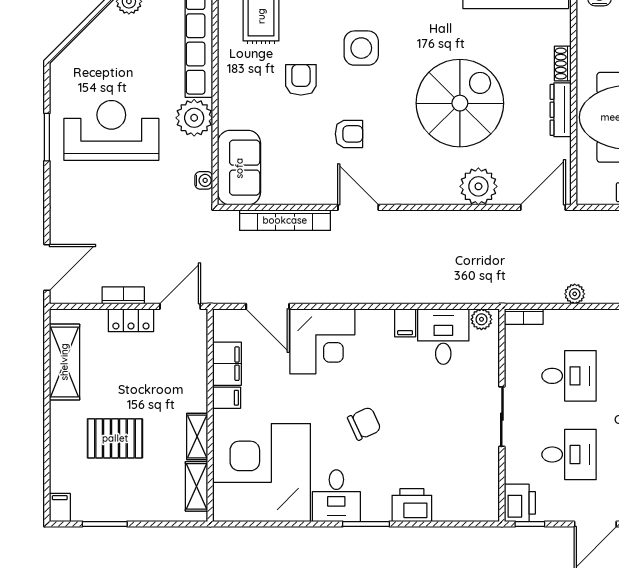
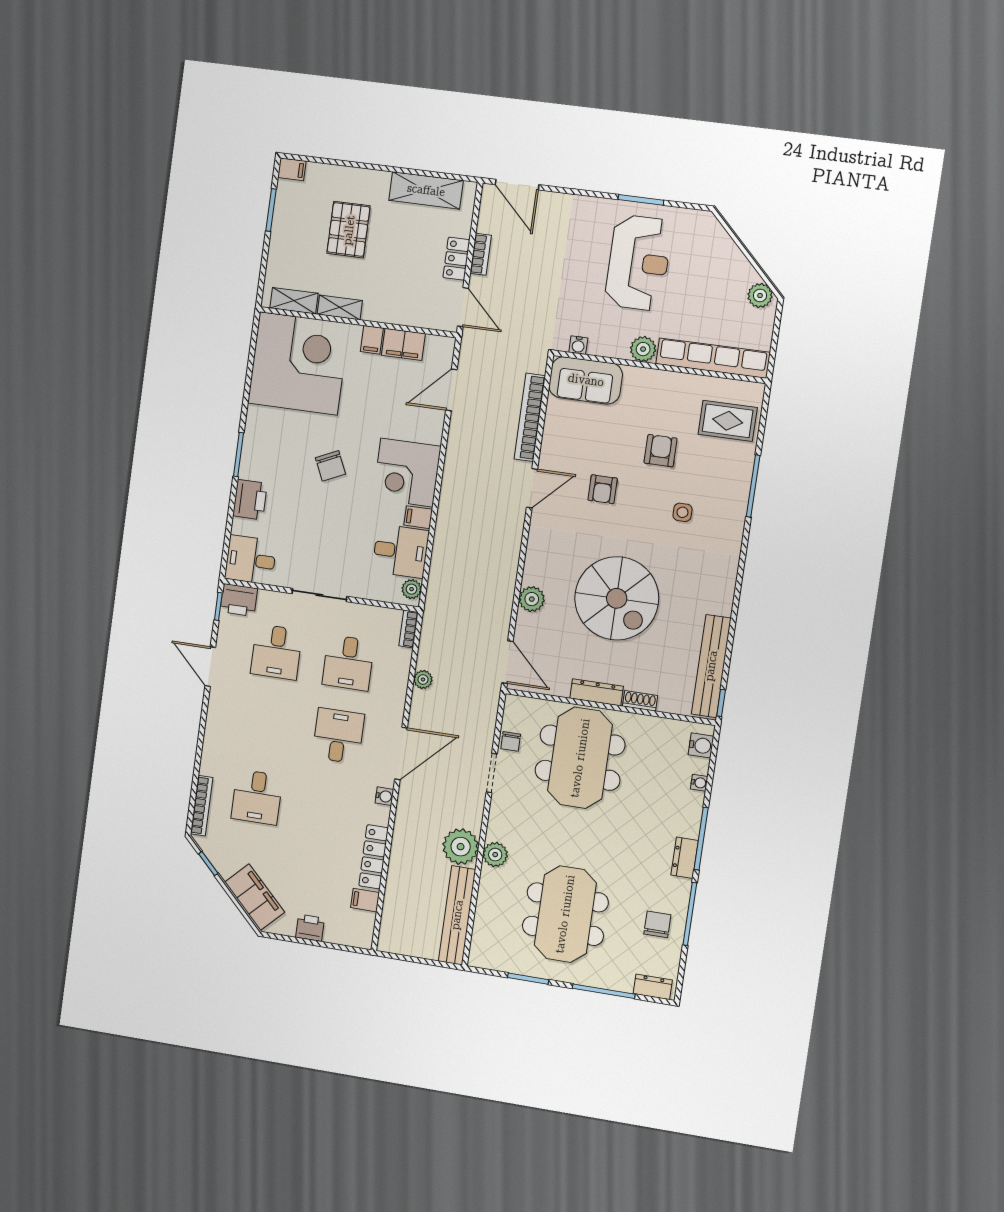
side table: (361, 48) -> (682, 512), width x0.54, depth x0.54
armchair: (301, 80) -> (661, 451), turned -90
plant: (194, 118) -> (643, 349), width x0.73, depth x0.73
plant: (478, 186) -> (532, 599), width x0.73, depth x0.73
corner desk: (322, 341) -> (407, 473), moved
desk: (336, 496) -> (251, 560), moved

